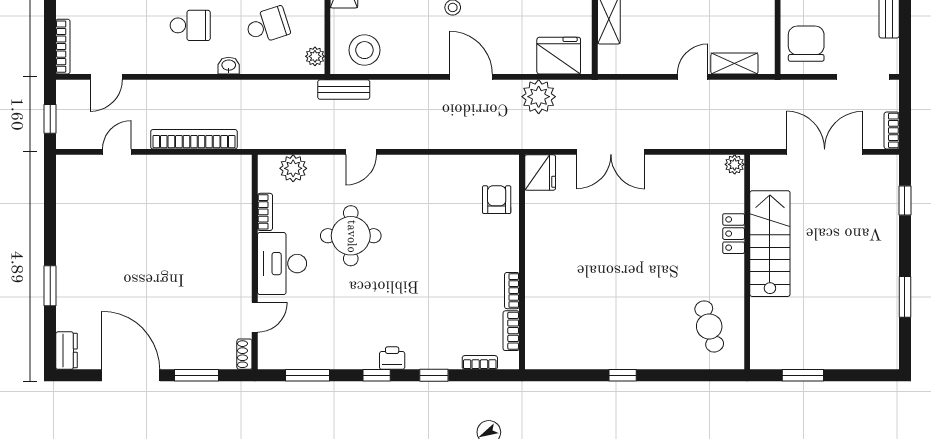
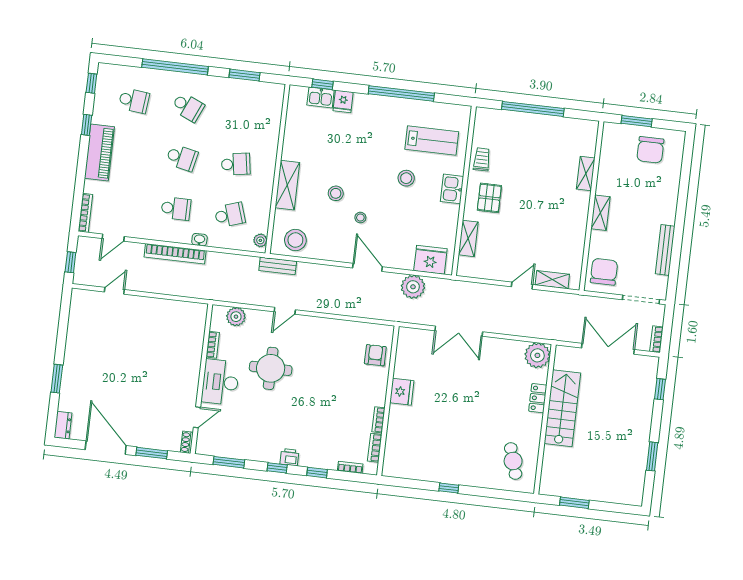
bookcase: (194, 139) -> (175, 254), moved, turned 180
plant: (735, 164) -> (537, 355), width x1.88, depth x1.88
fridge: (540, 173) -> (402, 392), moved

